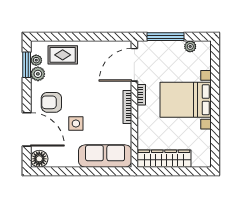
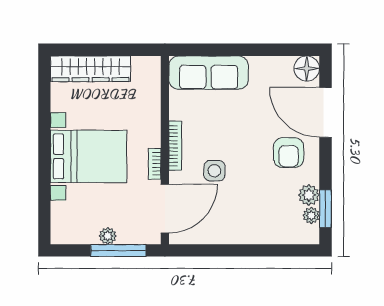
plant: (190, 46) -> (108, 236), moved
rug: (63, 55) -> (272, 223), removed
armchair: (51, 102) -> (289, 153), turned 90
side table: (76, 124) -> (214, 171), moved
wardrobe: (164, 159) -> (90, 69), moved

